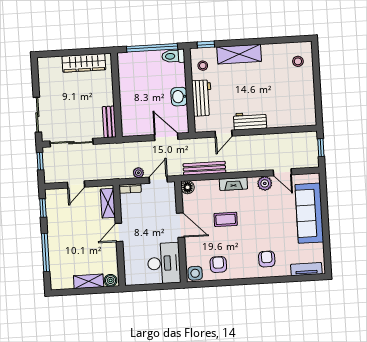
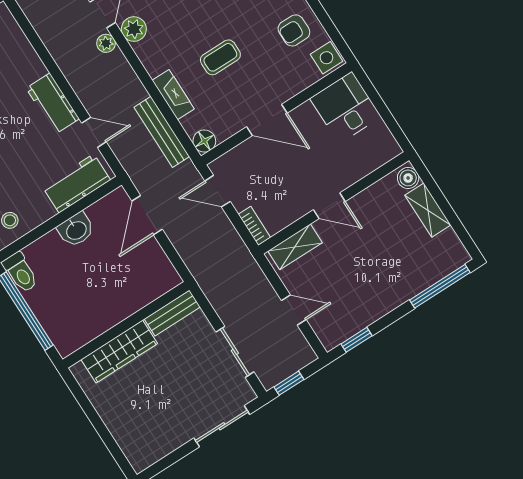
wardrobe: (84, 63) -> (119, 352), moved, turned 90
workbench: (202, 98) -> (76, 183), moved
sliding door: (71, 143) -> (235, 352), width x0.73
plant: (138, 173) -> (106, 43), moved
fireplace: (233, 184) -> (173, 95), moved
coffee table: (226, 219) -> (220, 57), turned 90
door: (180, 225) -> (267, 120), swing flipped
window: (46, 252) -> (440, 286), moved
desk: (164, 263) -> (345, 108), width x0.73

